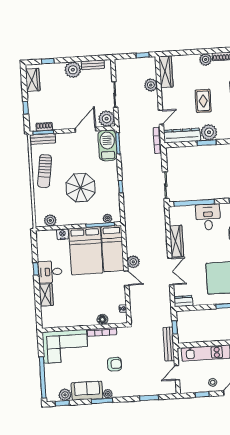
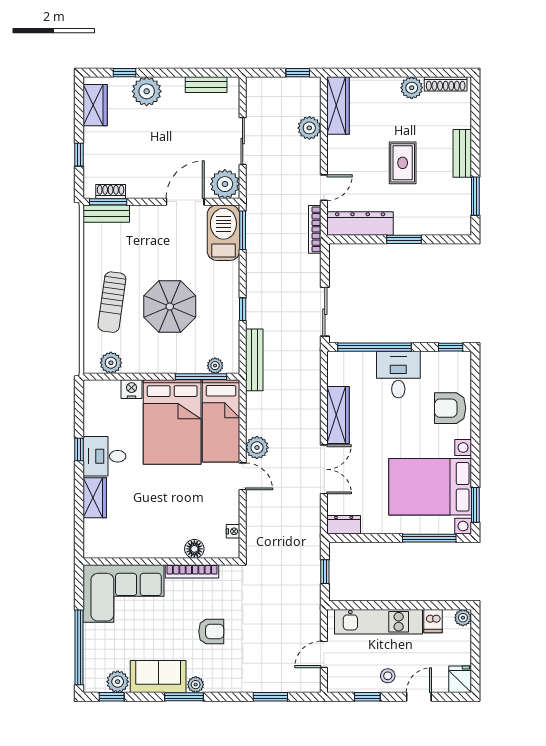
plant: (73, 70) -> (147, 91), moved
plant: (209, 132) -> (410, 221), removed
sun lounger: (45, 171) -> (112, 302), moved
bench: (169, 344) -> (254, 360), moved

